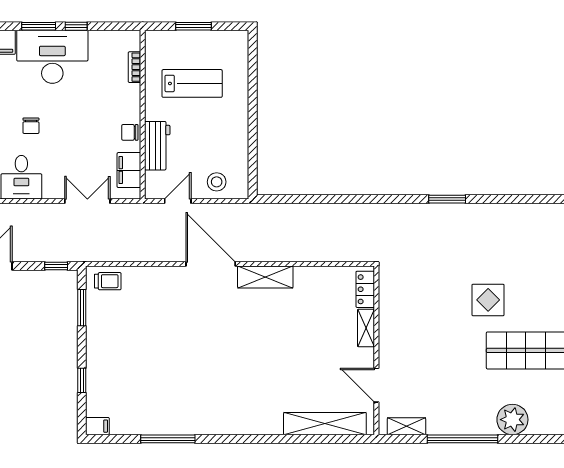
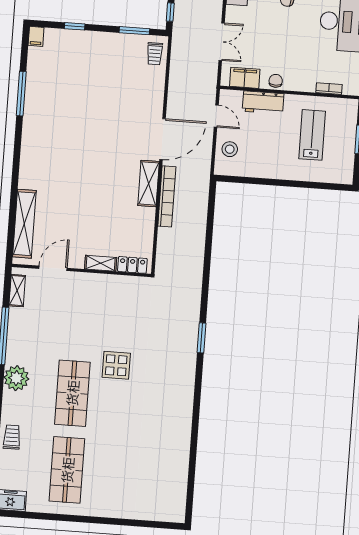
lab bench: (192, 83) -> (312, 135), turned 180
bookcase: (279, 254) -> (167, 196), added

